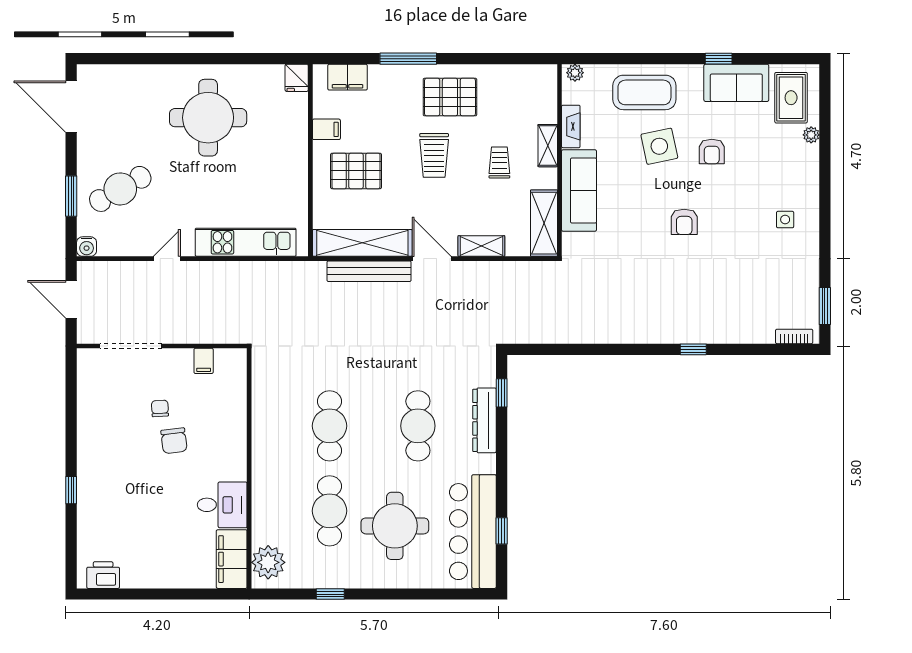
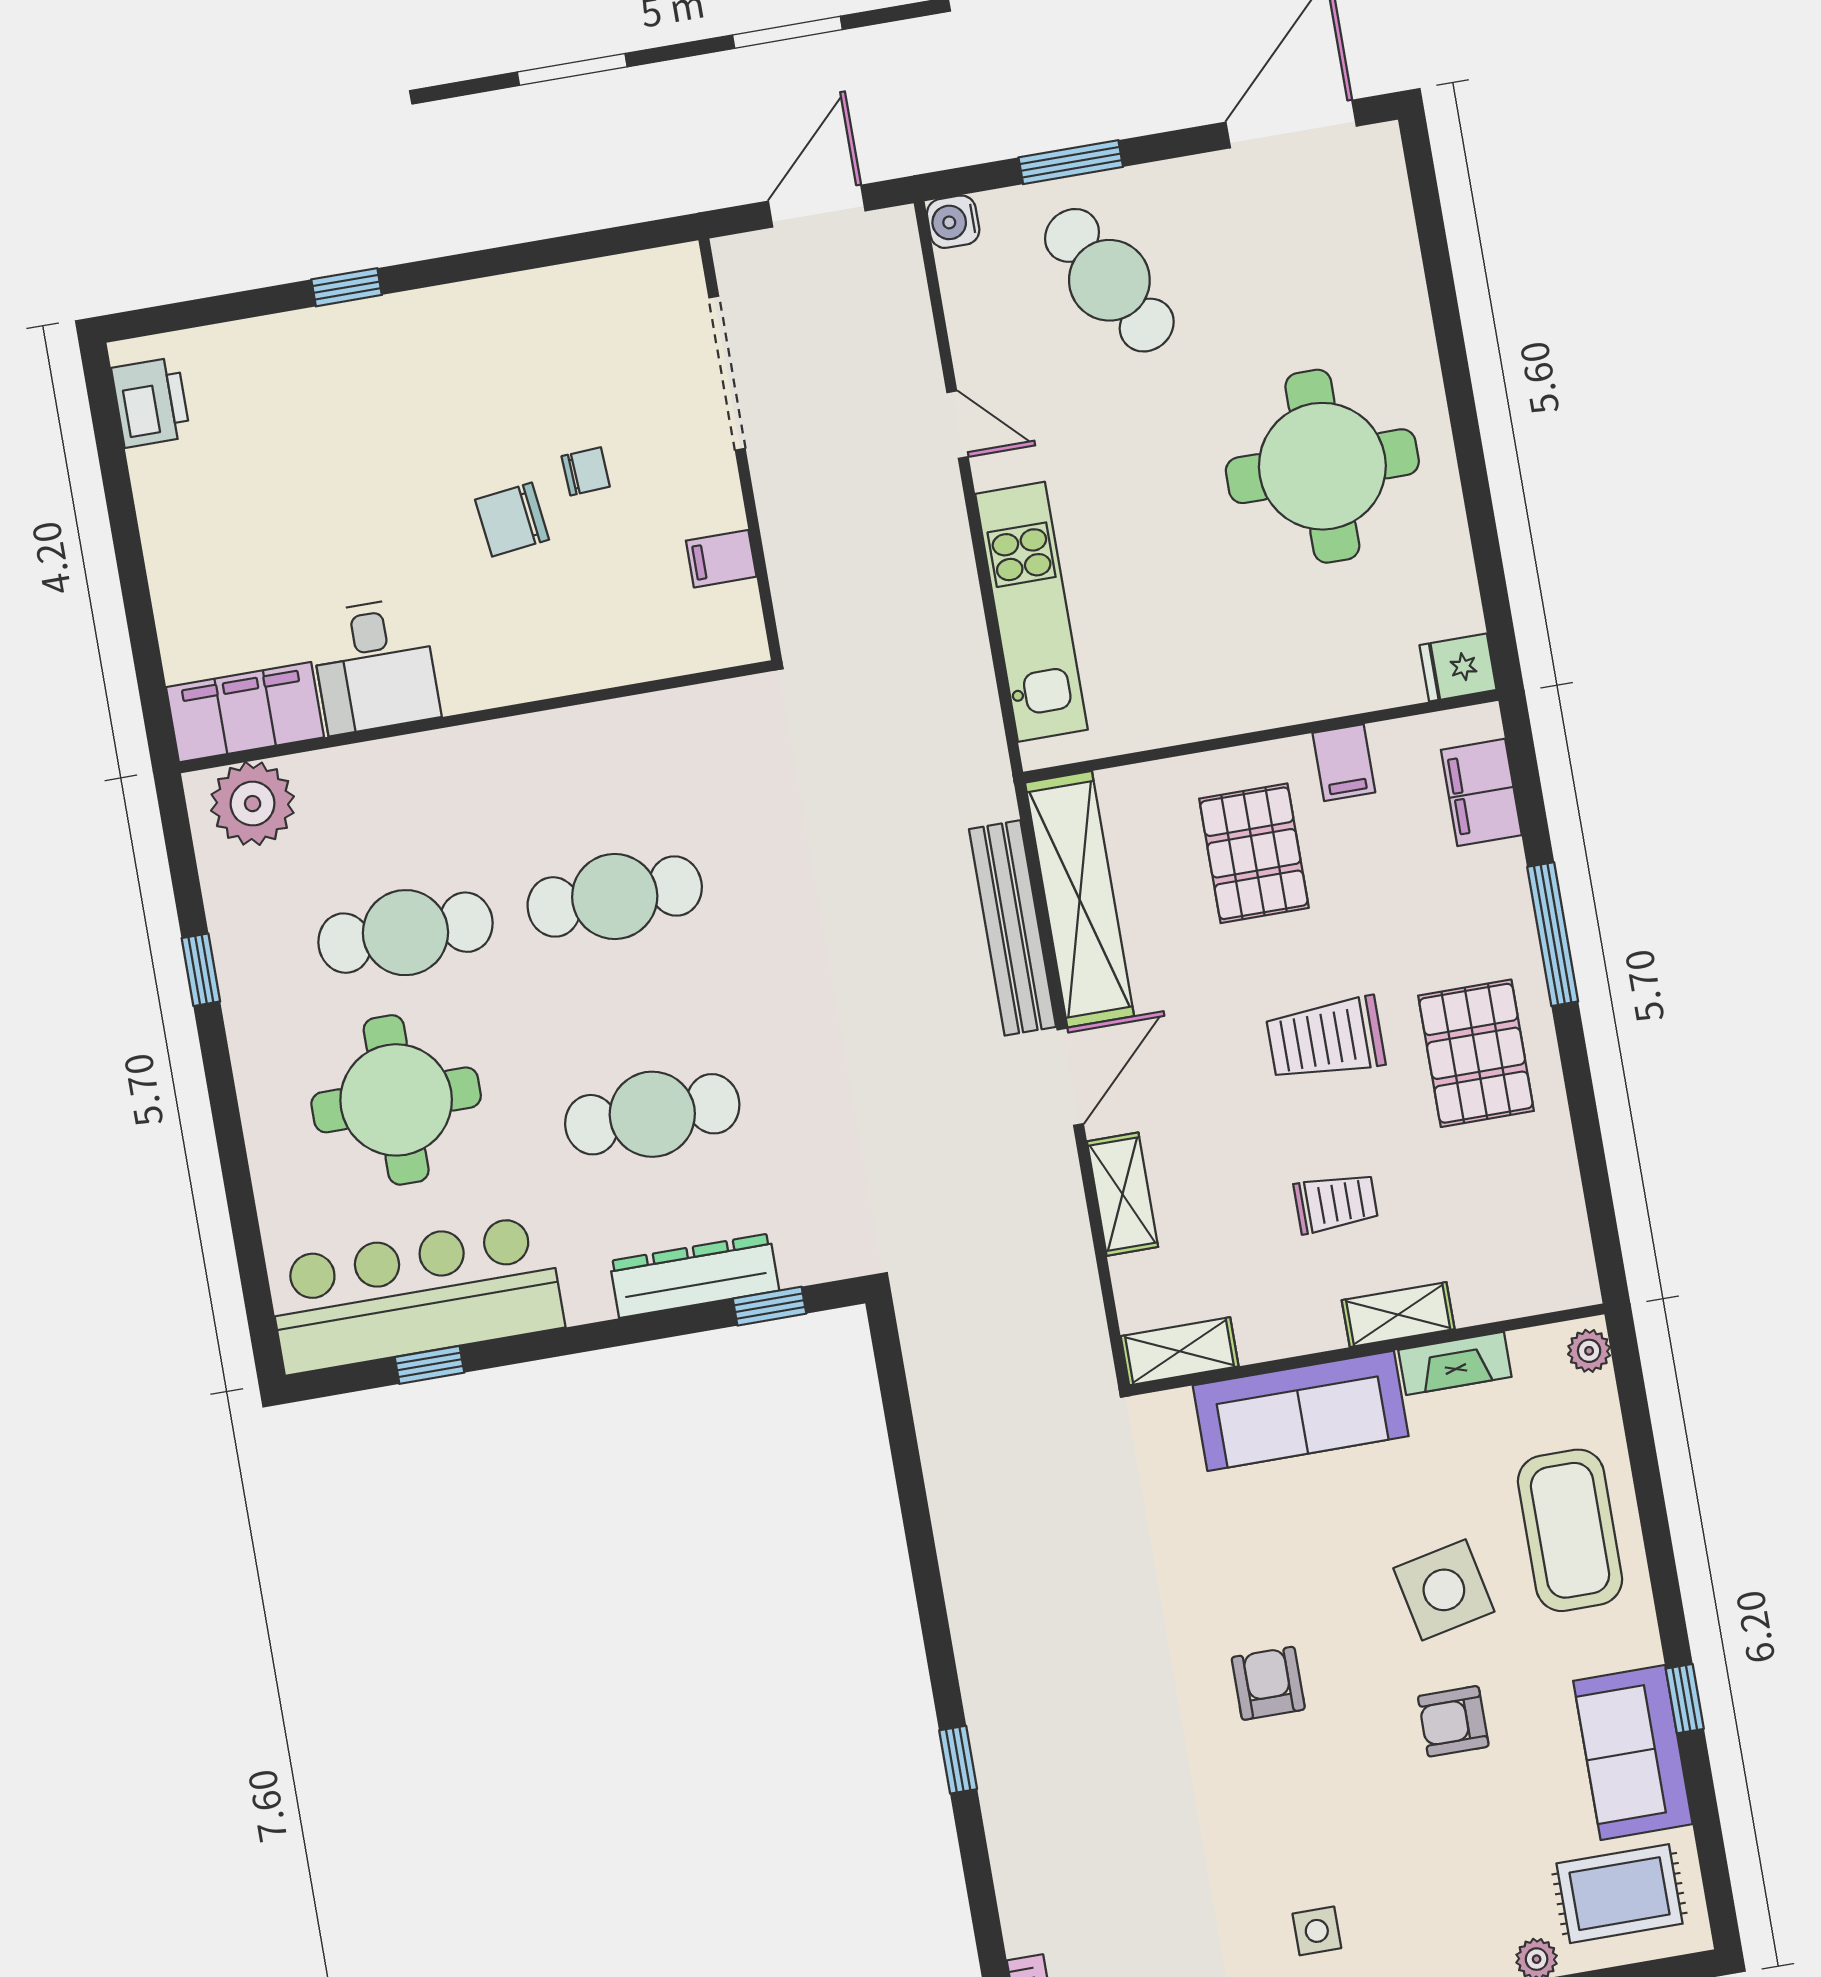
armchair: (684, 222) -> (1268, 1683), turned 90
shelving: (544, 223) -> (1180, 1351), width x0.67, depth x0.75

